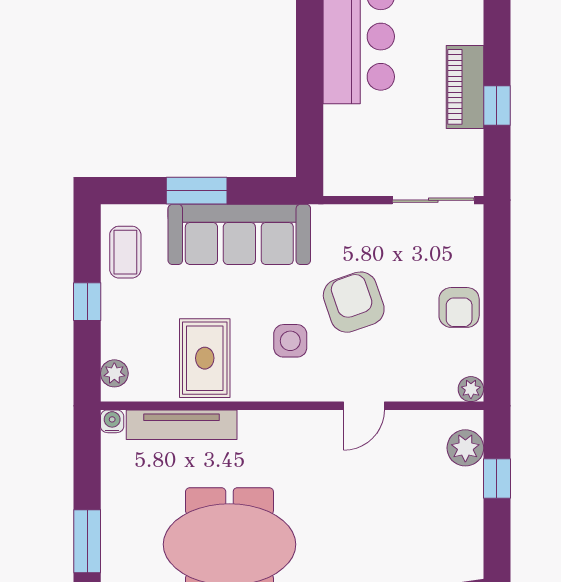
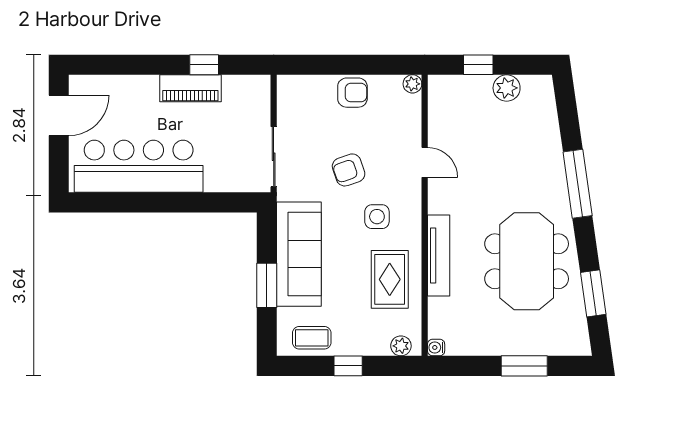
sliding door: (433, 200) -> (274, 157), moved
armchair: (354, 302) -> (349, 170), width x0.72, depth x0.72
rug: (205, 358) -> (390, 279), turned 90
tv unit: (182, 425) -> (439, 256), moved
plant: (465, 448) -> (507, 88), moved

